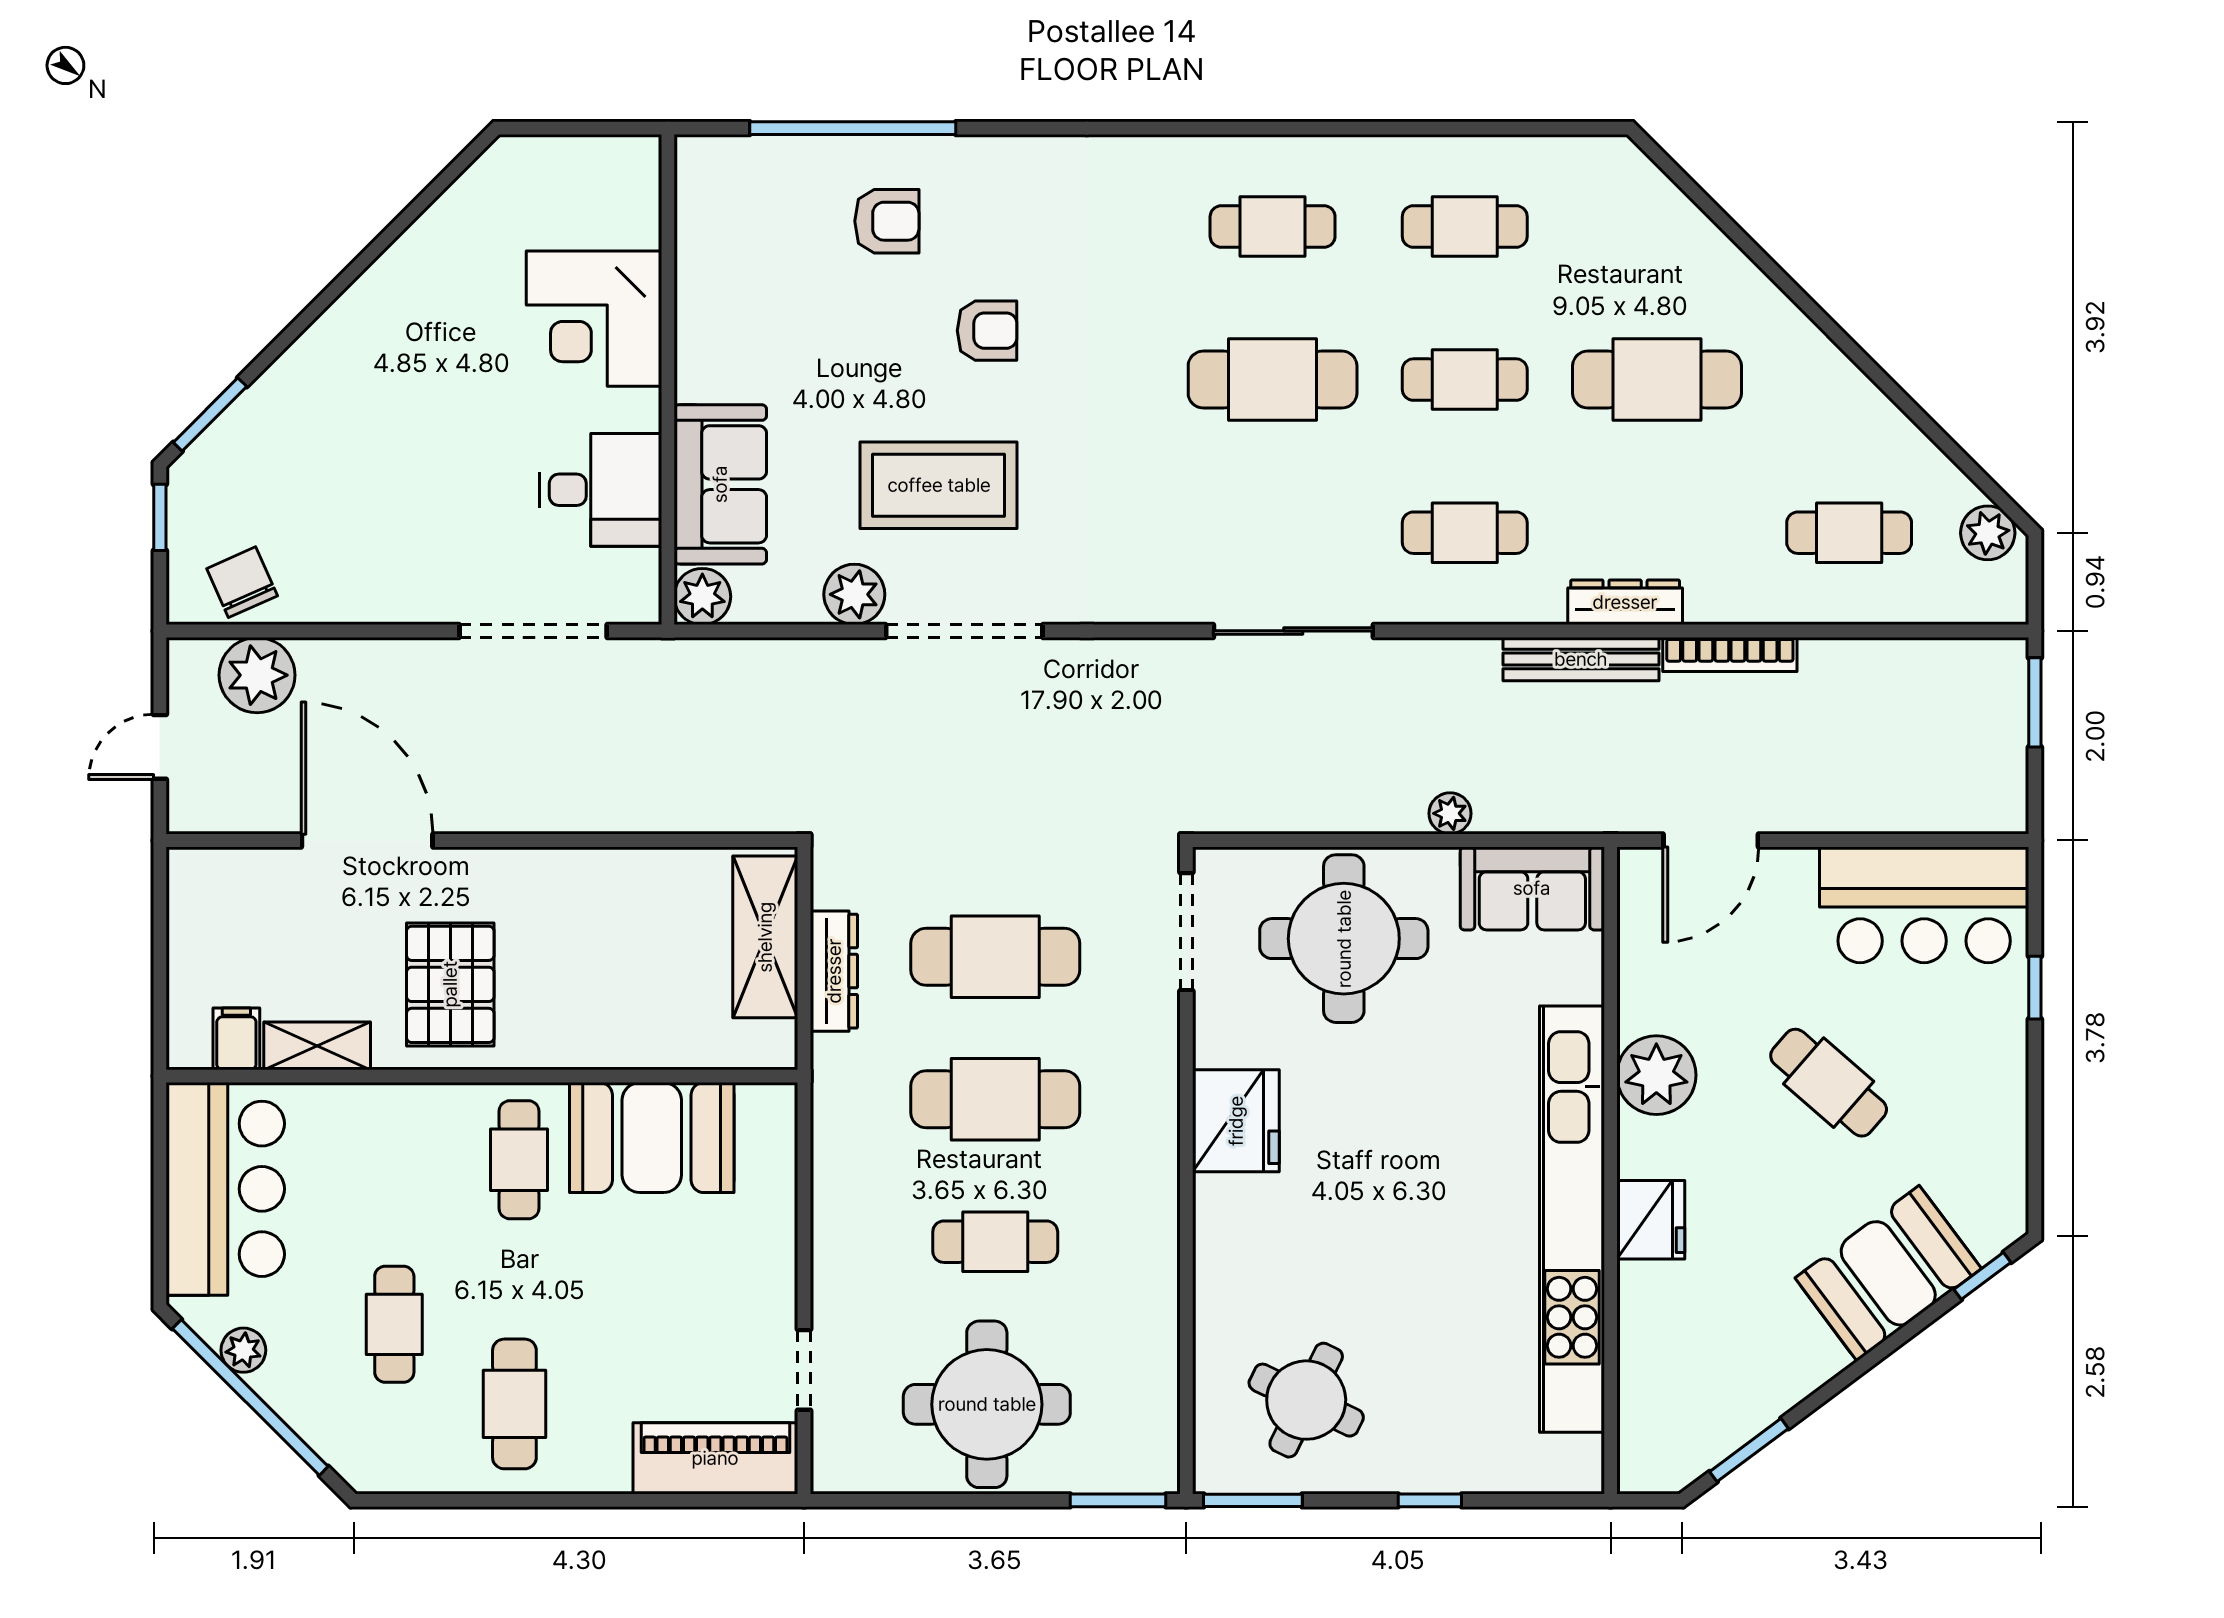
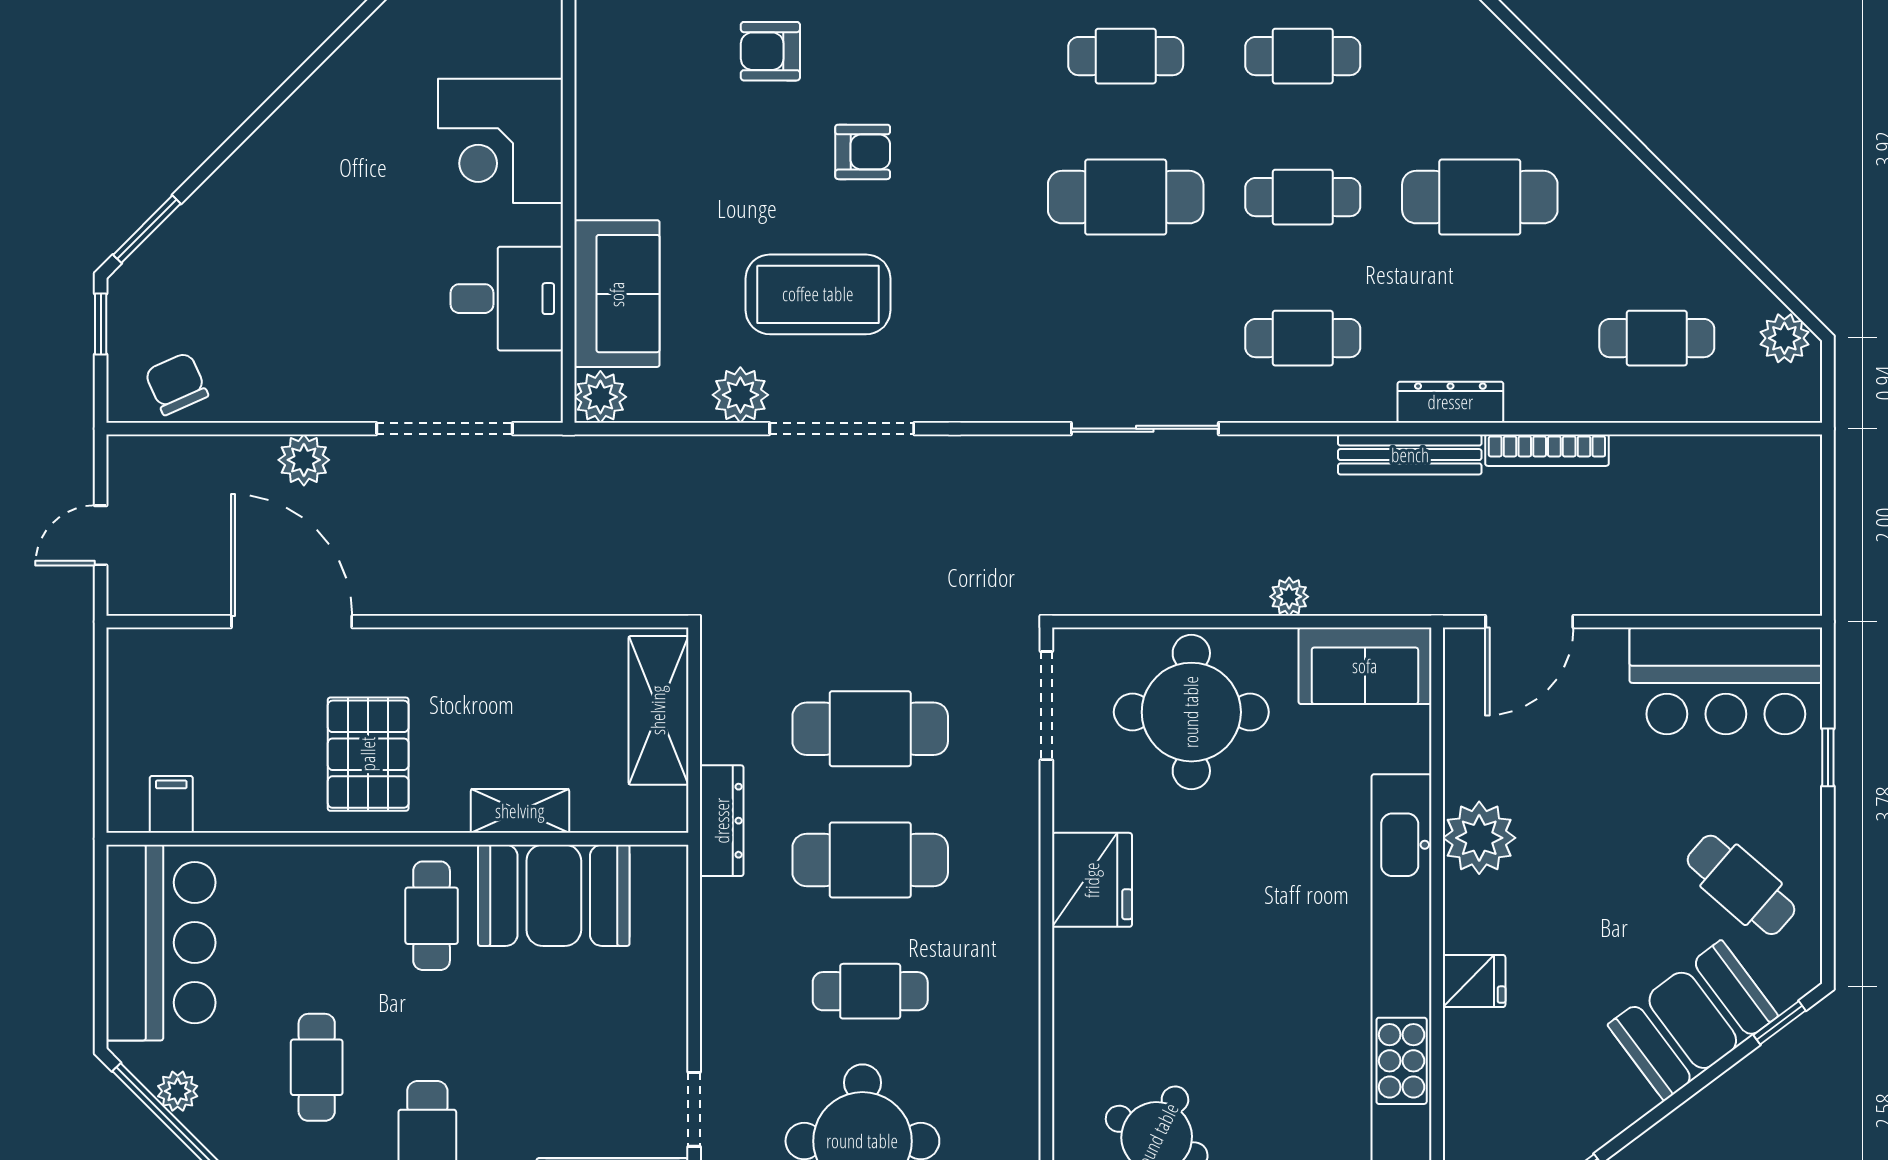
armchair: (887, 221) -> (770, 51), turned 180
plant: (257, 675) -> (304, 460), moved, width x0.73, depth x0.73
window: (2035, 702) -> (1828, 494), removed
dresser: (834, 971) -> (722, 821), moved
shelving: (317, 1046) -> (520, 811), moved
cafe table: (1829, 1083) -> (1741, 885), moved
fridge: (1651, 1220) -> (1474, 981), width x0.72

